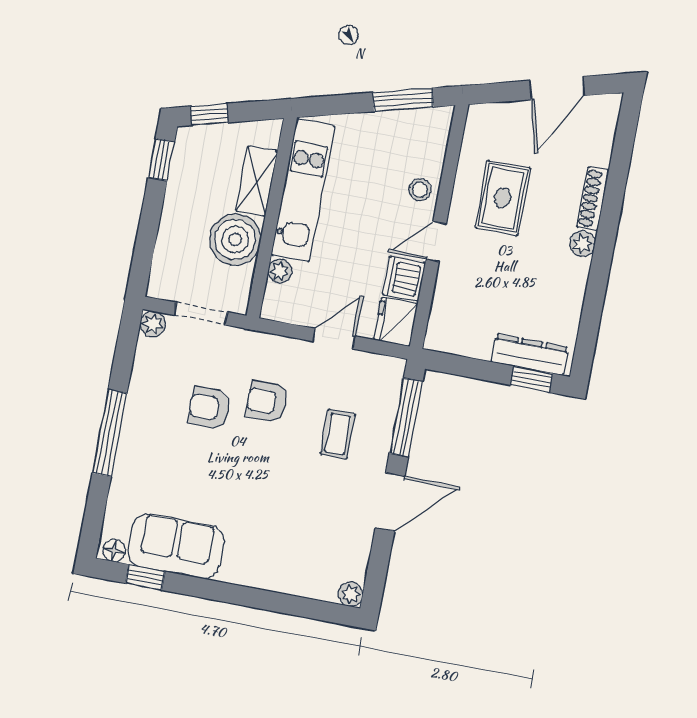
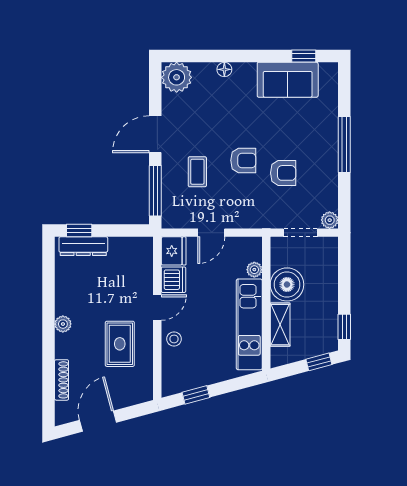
window: (403, 100) -> (196, 395), width x0.67
shoe rack: (593, 199) -> (62, 380), moved
armchair: (267, 402) -> (243, 160), moved
floor lamp: (114, 551) -> (224, 69), moved
plant: (351, 594) -> (177, 77), width x1.88, depth x1.88

